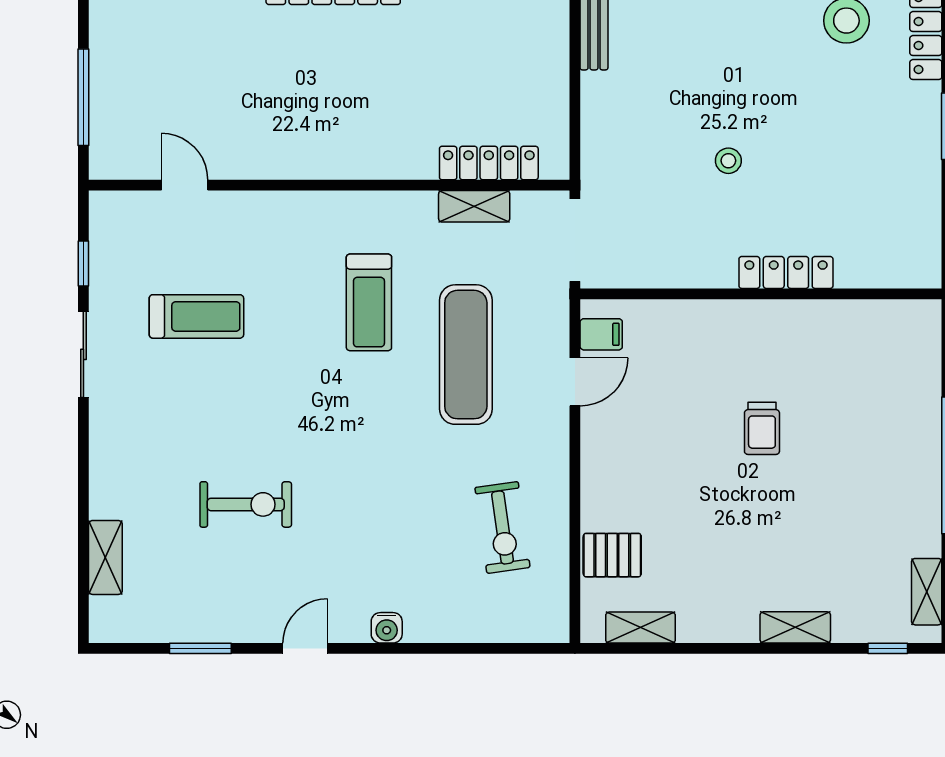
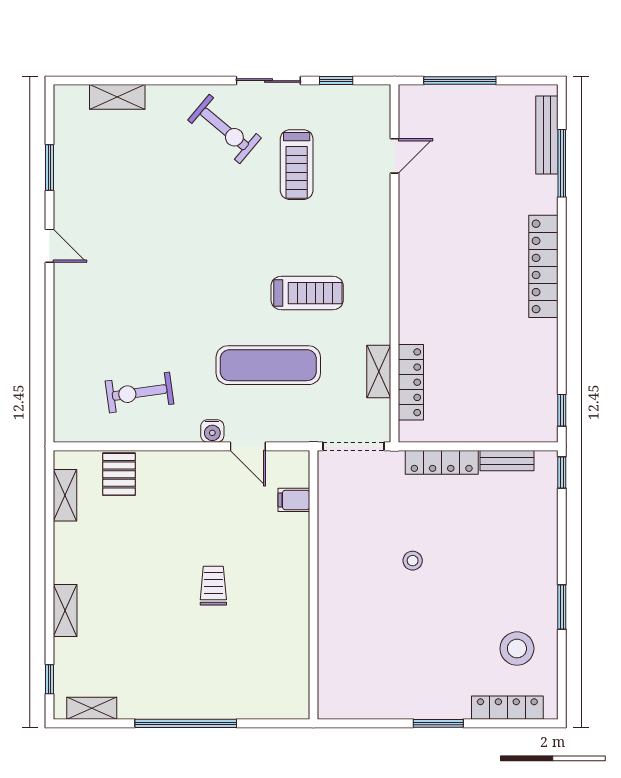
locker: (786, 272) -> (442, 462), moved, turned 90
treadmill: (369, 302) -> (307, 293), turned 180
filing cabinet: (601, 334) -> (294, 500), moved, turned 90
trolley: (762, 428) -> (213, 586), turned 90
exercise bike: (246, 504) -> (225, 129), moved, turned -50
water cooler: (387, 628) -> (212, 431), moved, turned -90

